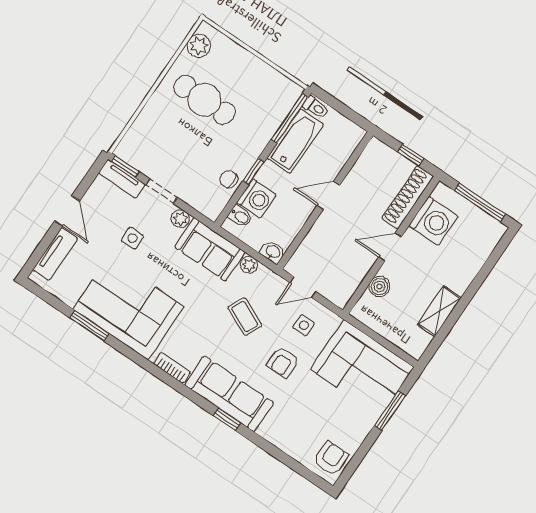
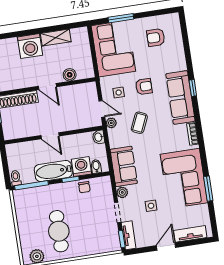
bathtub: (295, 141) -> (53, 171), moved
washing machine: (433, 221) -> (30, 46), moved, turned 180
plant: (249, 265) -> (111, 123), moved
armchair: (331, 458) -> (156, 37), moved

